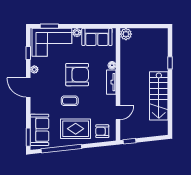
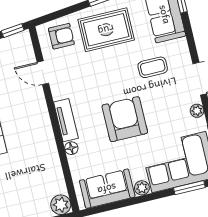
armchair: (77, 75) -> (125, 119), turned 90
coffee table: (70, 101) -> (153, 67), moved
door: (118, 113) -> (43, 73), hinge flipped

